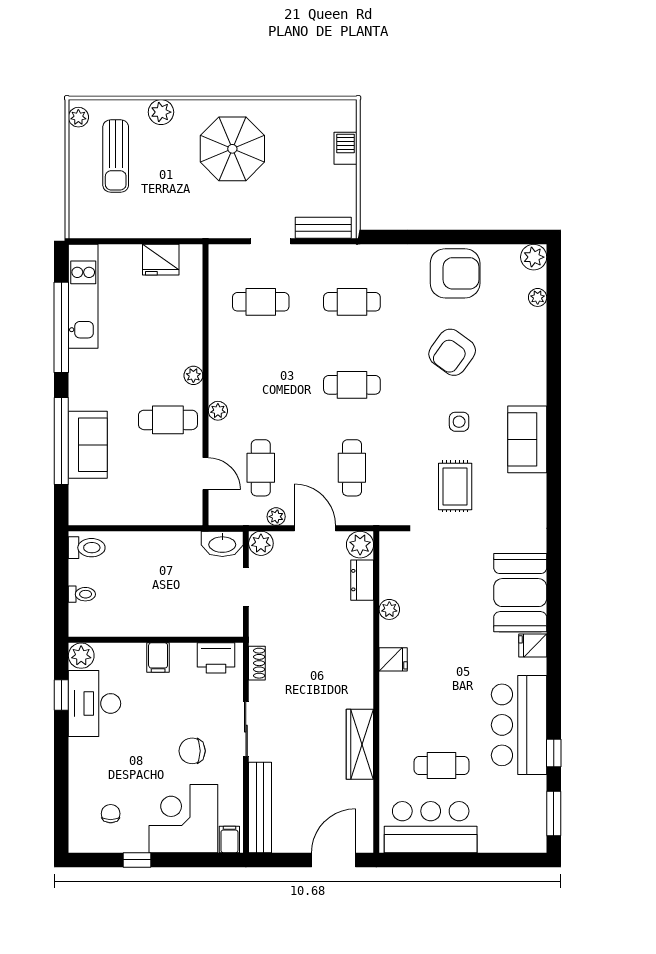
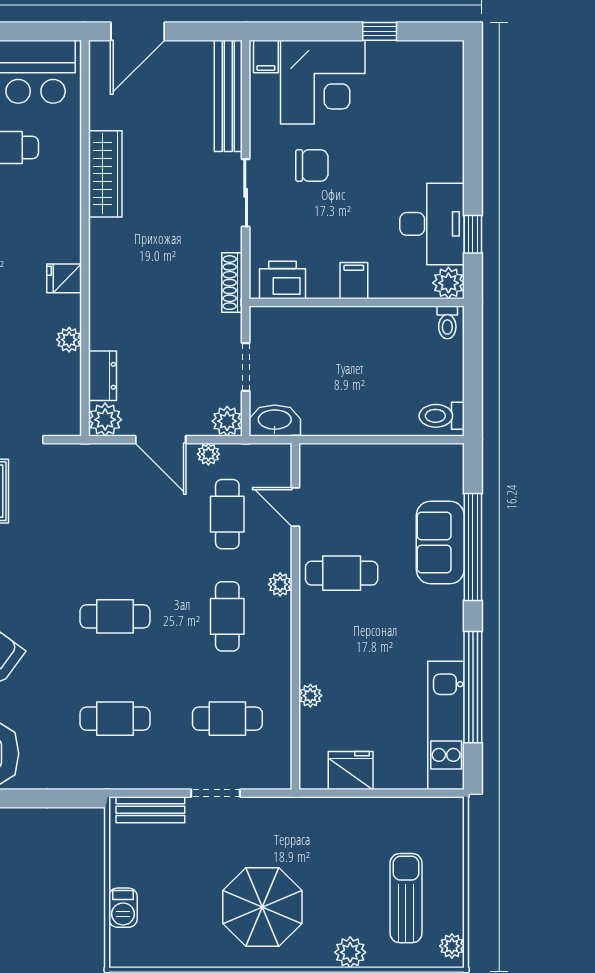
plant: (193, 375) -> (310, 696), moved
cafe table: (352, 468) -> (227, 616), moved
toilet: (82, 594) -> (447, 322), moved, turned -90
shoe rack: (257, 663) -> (232, 283), width x1.43
chair: (111, 814) -> (412, 88), removed

